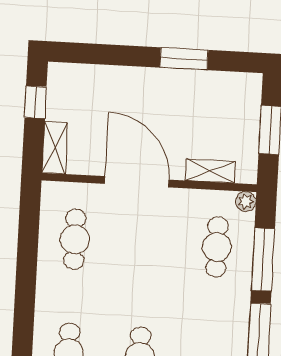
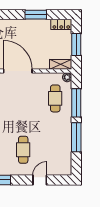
locker: (239, 84) -> (61, 24), added
shelving: (210, 171) -> (61, 64), moved

